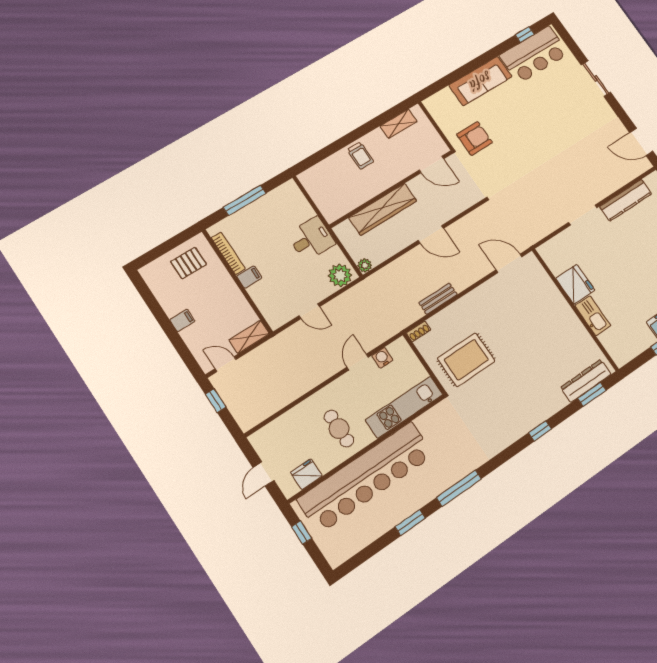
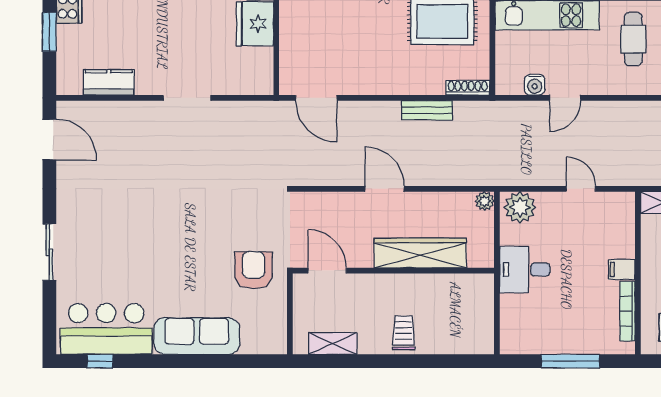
armchair: (475, 138) -> (254, 270), turned 90
kitchen counter: (626, 200) -> (109, 82), width x0.67
shoe rack: (419, 331) -> (468, 88), width x1.43

